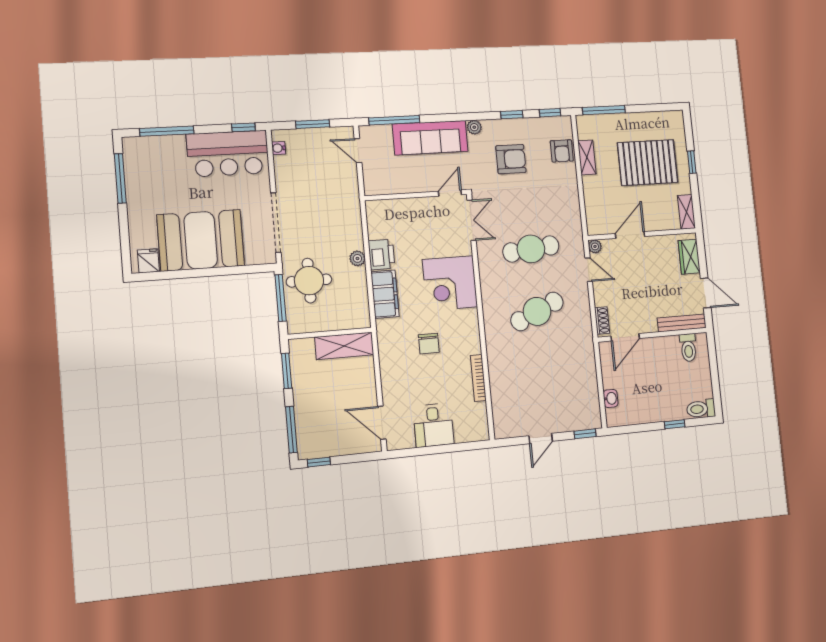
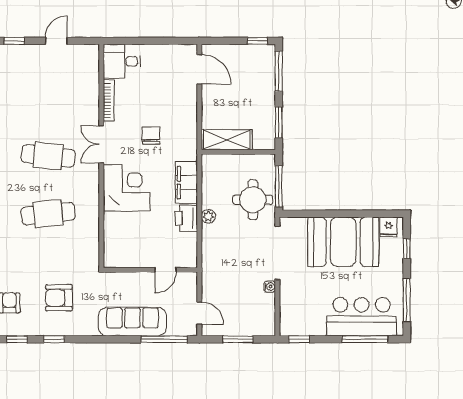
plant: (474, 127) -> (91, 329), removed
water cooler: (279, 148) -> (270, 287), moved
bar counter: (228, 154) -> (362, 317), moved
door: (450, 193) -> (166, 270), moved
double door: (472, 220) -> (101, 144), moved
window: (125, 237) -> (407, 249), added
cafe table: (537, 311) -> (48, 156), turned 30
desk: (433, 425) -> (122, 61), moved, turned -90

